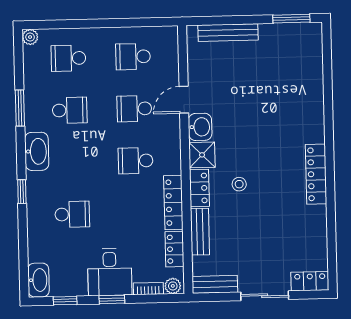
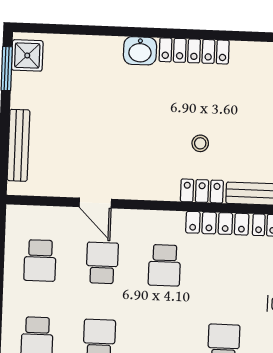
school desk: (134, 109) -> (102, 263), turned 180
washbasin: (200, 127) -> (140, 51), moved, turned 180
shower: (202, 155) -> (27, 55), moved

